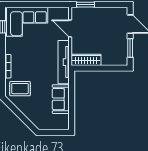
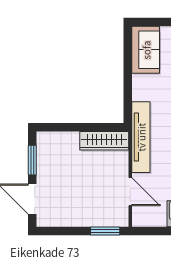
sofa: (61, 99) -> (146, 50), moved

